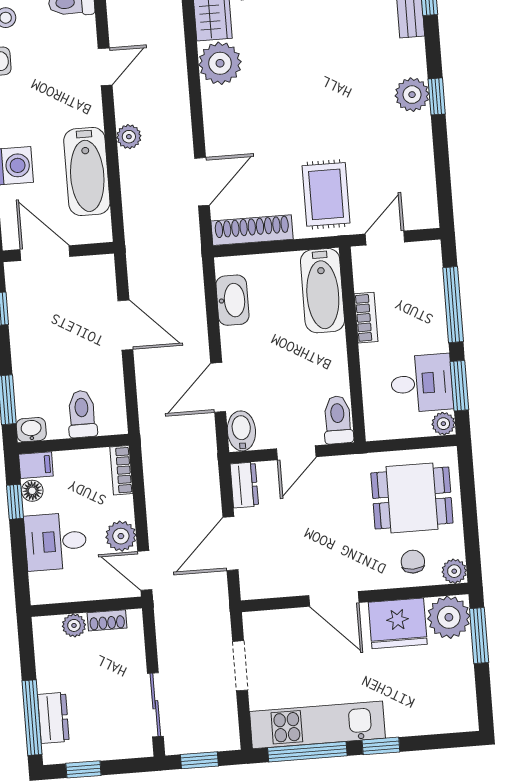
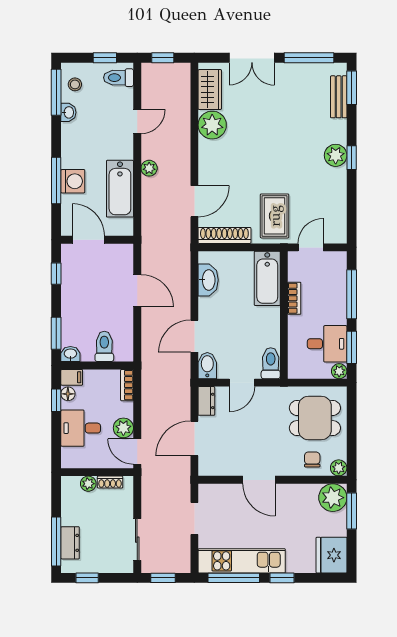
fridge: (398, 623) -> (332, 555), moved, turned 90

